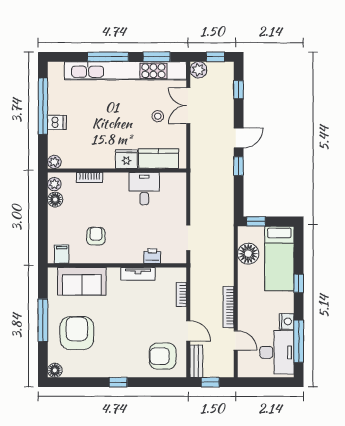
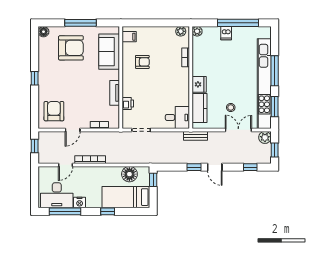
desk: (144, 189) -> (177, 117), moved
floor lamp: (55, 200) -> (169, 32), removed
bench: (196, 361) -> (196, 136), moved

